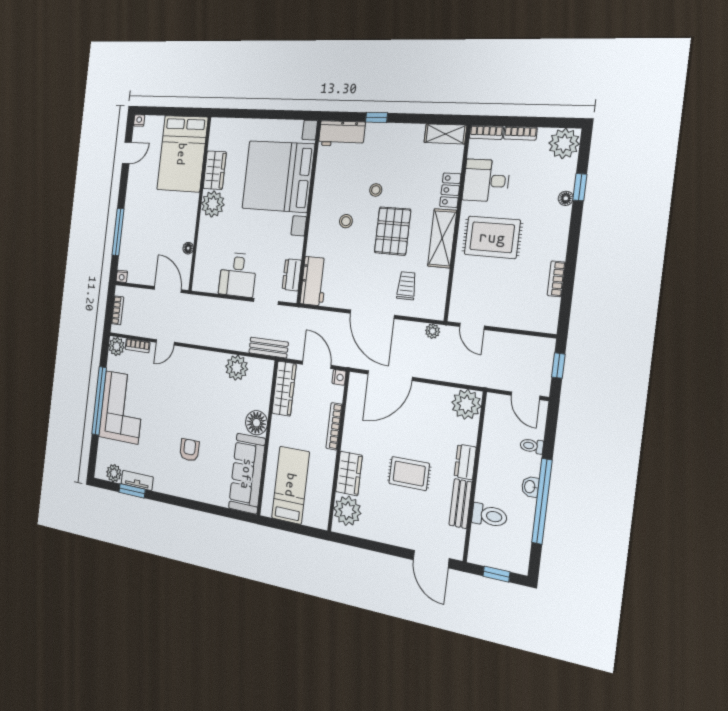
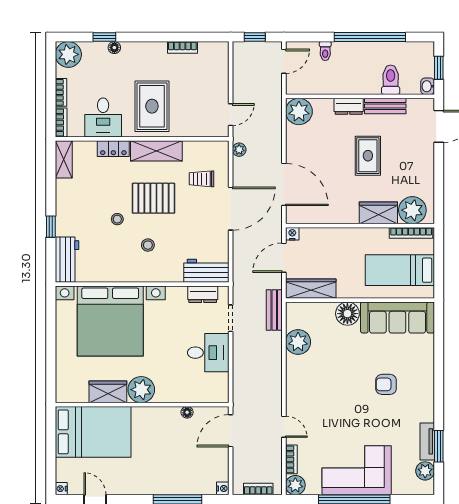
bookcase: (334, 426) -> (411, 233), moved
washbasin: (530, 487) -> (428, 86), moved, turned 90

